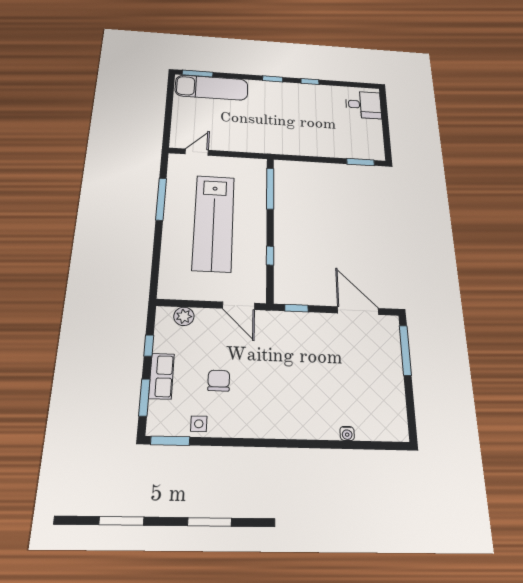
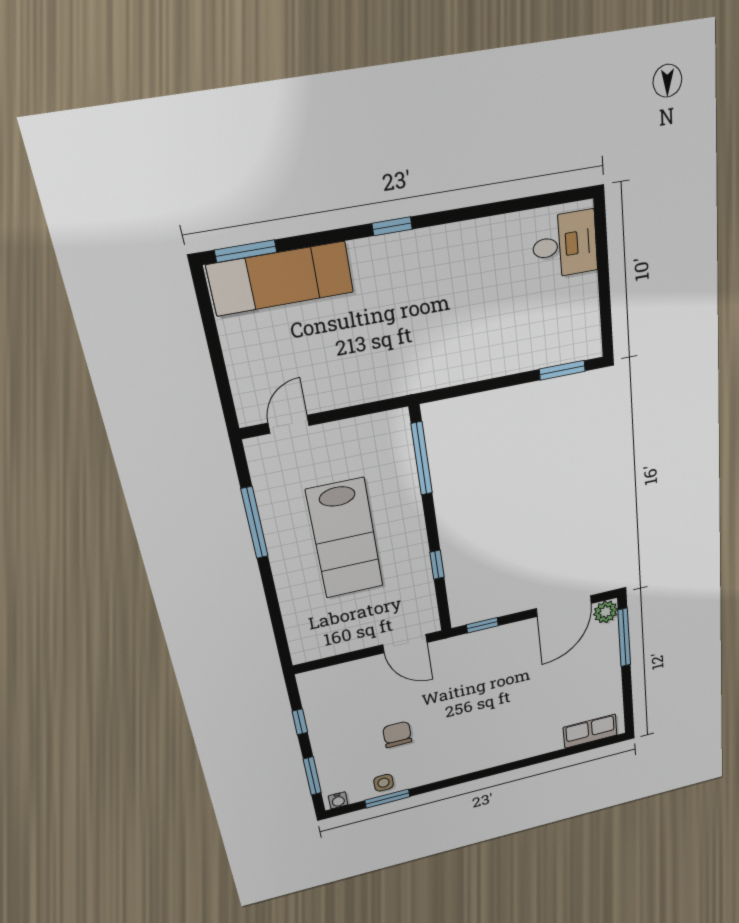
window: (310, 82) -> (463, 214), removed
lab bench: (214, 223) -> (345, 539), width x0.73
door: (358, 311) -> (564, 606), swing flipped
plant: (184, 316) -> (606, 612), moved
row of seats: (161, 376) -> (590, 731), moved, turned -90
water cooler: (347, 433) -> (338, 800), moved
window: (170, 441) -> (387, 799), moved

